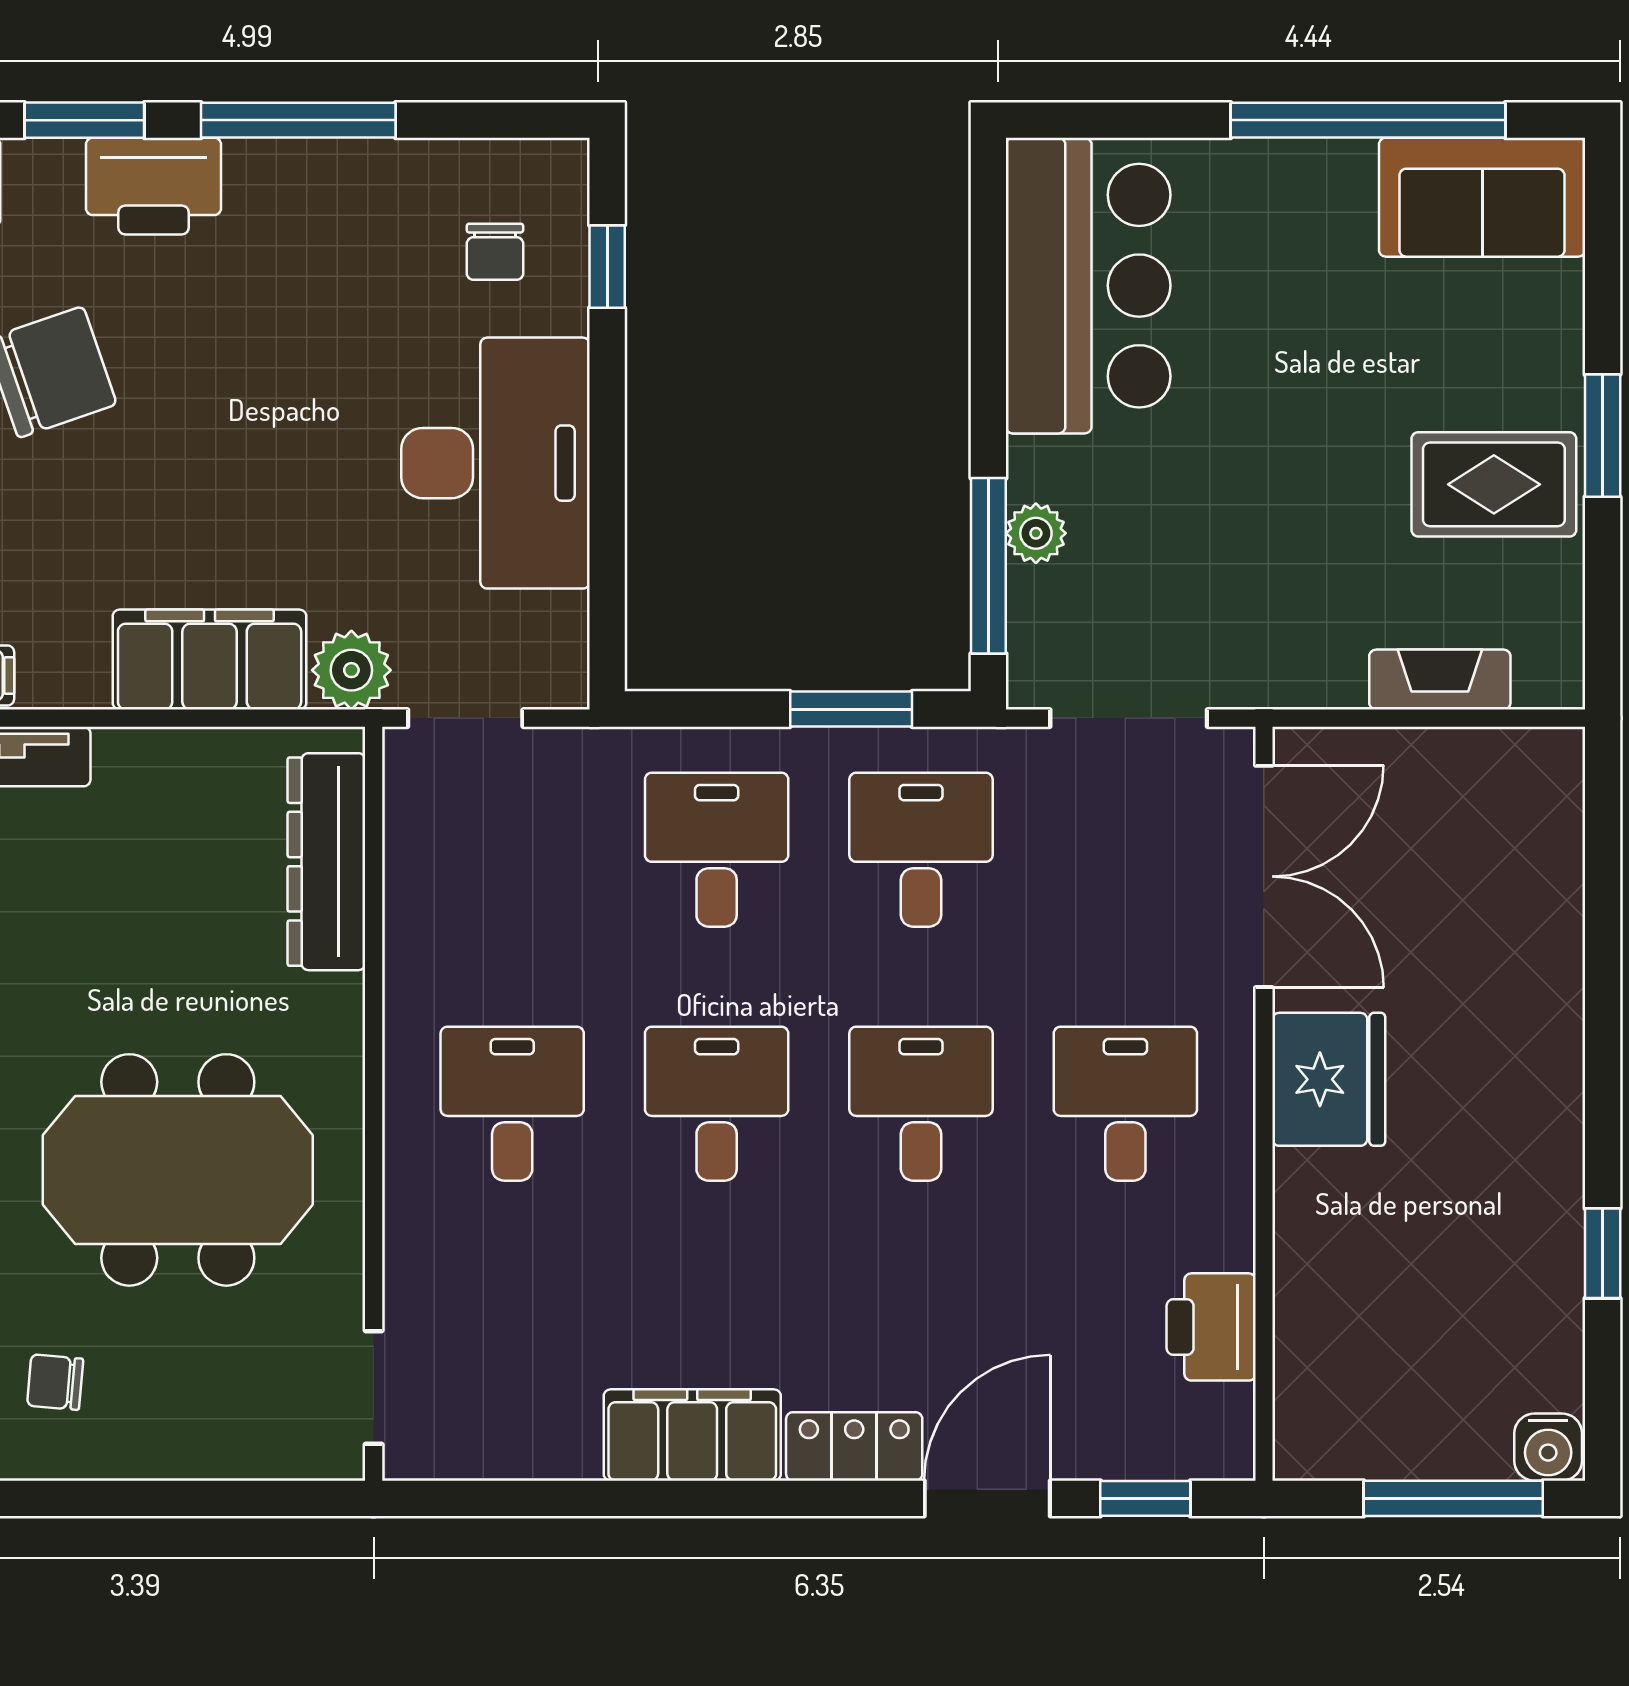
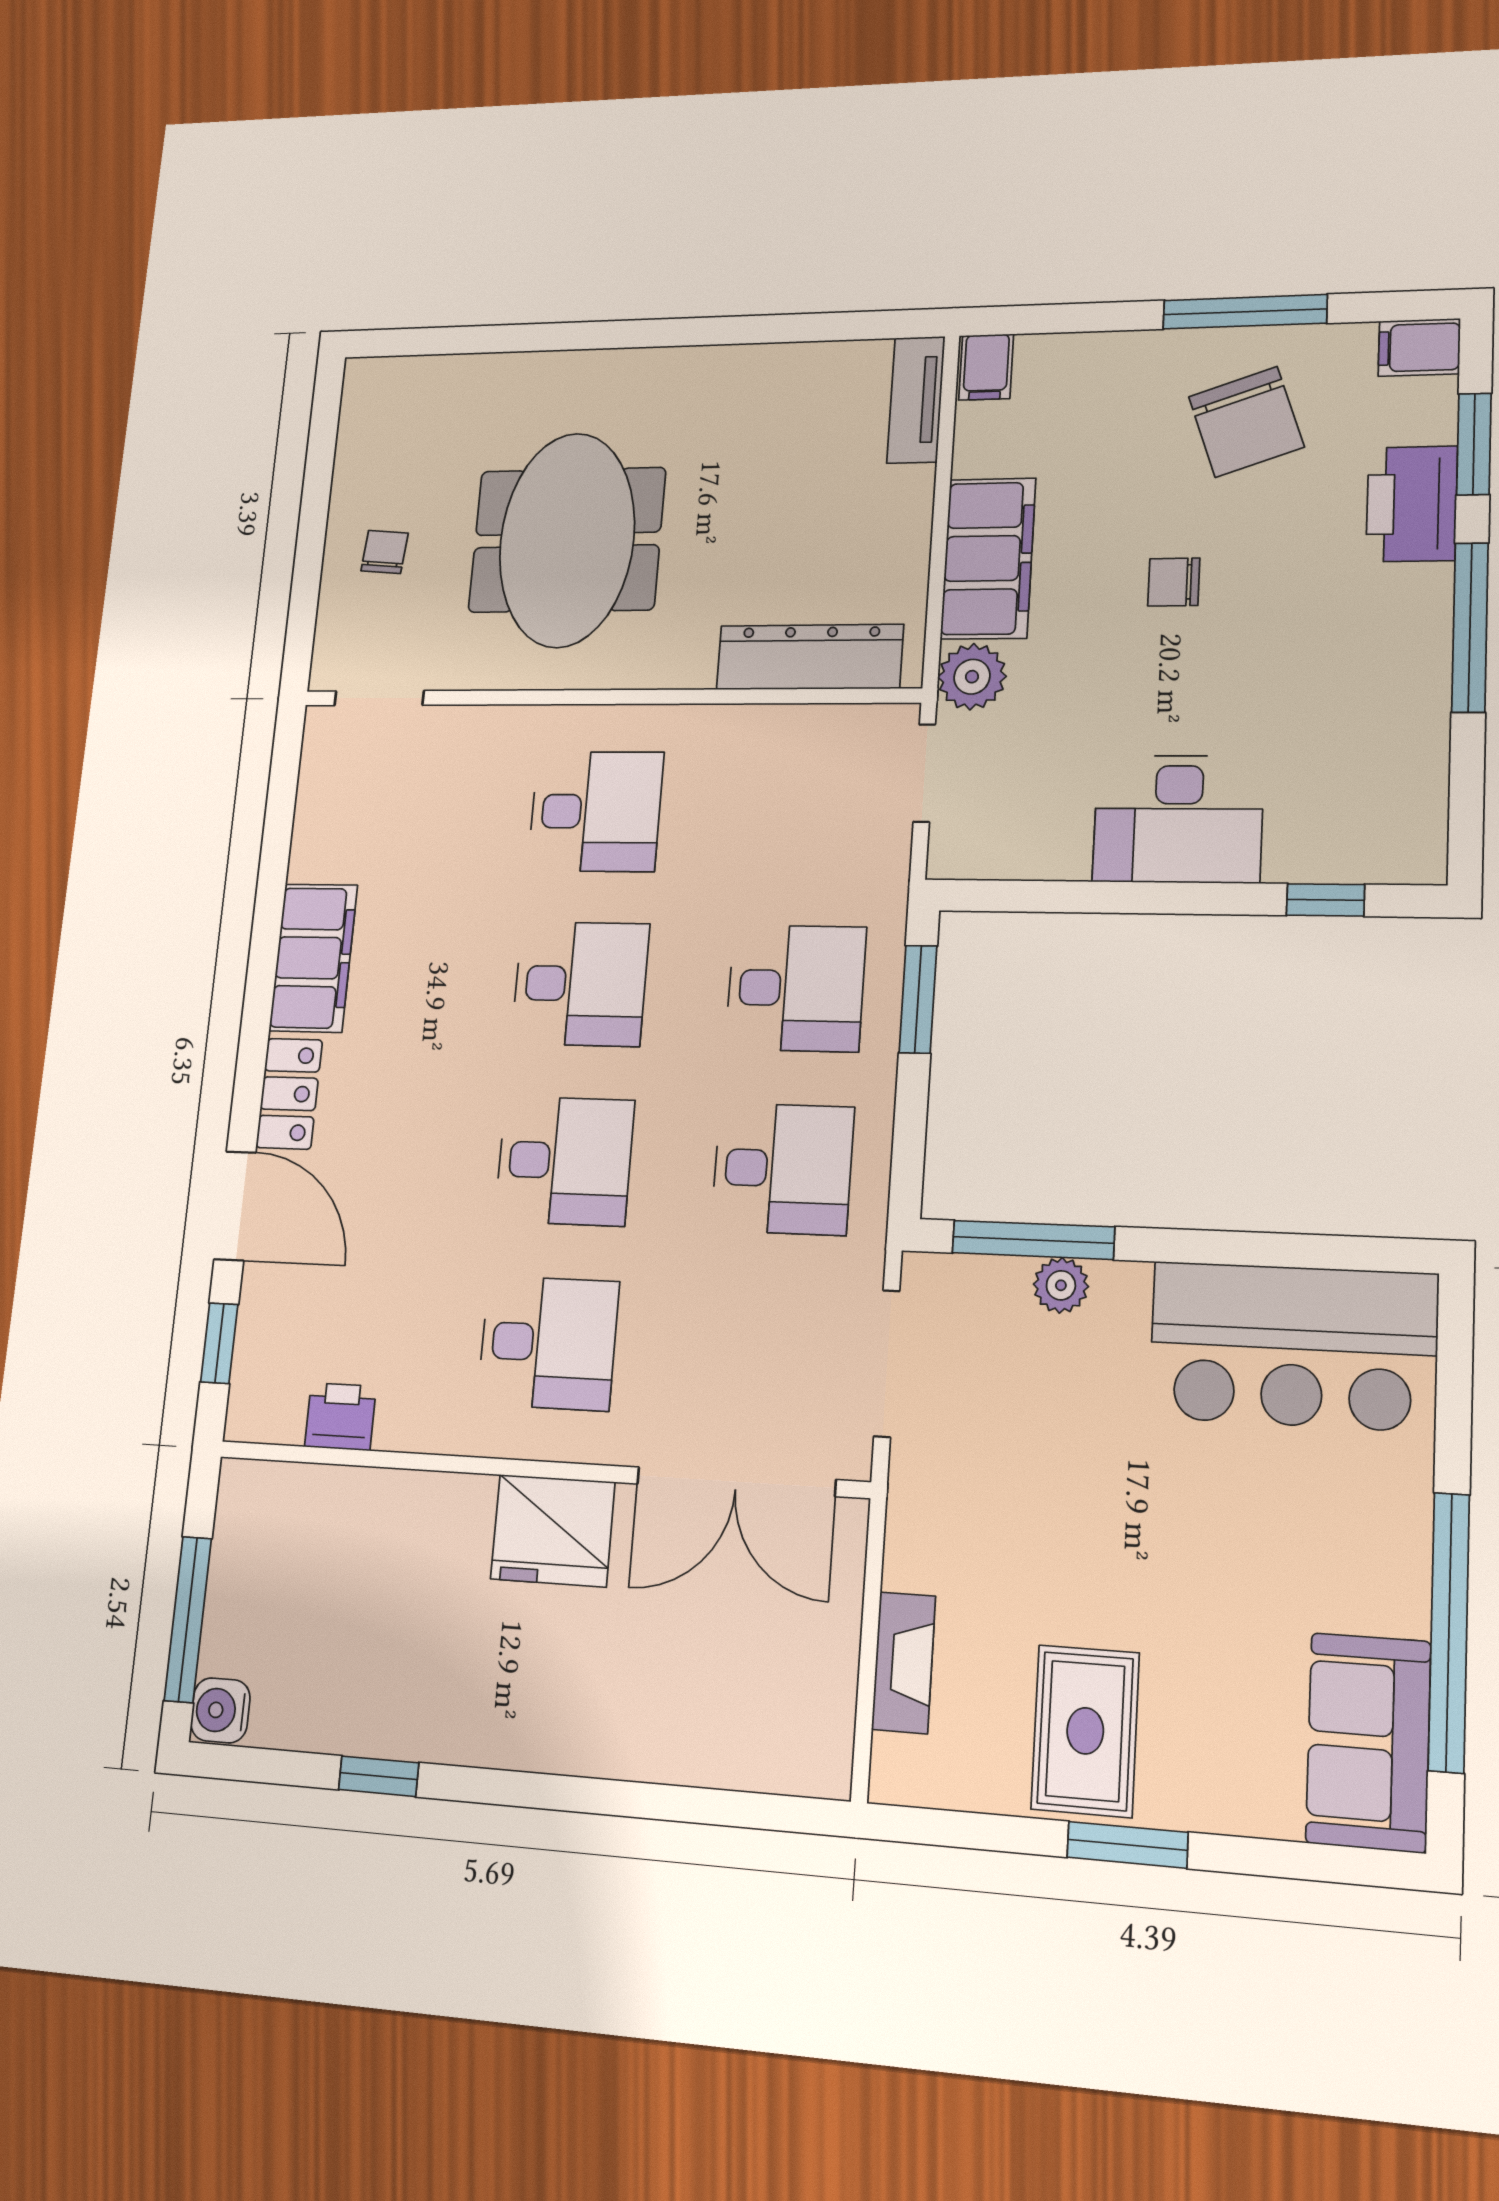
chair: (495, 252) -> (1174, 582), moved
desk: (496, 463) -> (1178, 819), width x0.73, depth x0.77
window: (851, 709) -> (918, 999), moved
printer: (1211, 1327) -> (340, 1417), width x0.73, depth x0.81
chair: (55, 1382) -> (385, 552), moved

